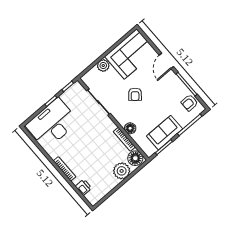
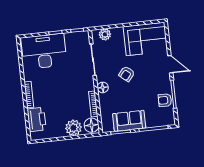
door: (166, 61) -> (170, 64), swing flipped
plant: (103, 66) -> (105, 34), moved
armchair: (189, 103) -> (165, 100), moved
floor lamp: (130, 128) -> (103, 87), moved
printer: (83, 187) -> (37, 119), width x1.87, depth x1.48

